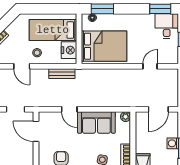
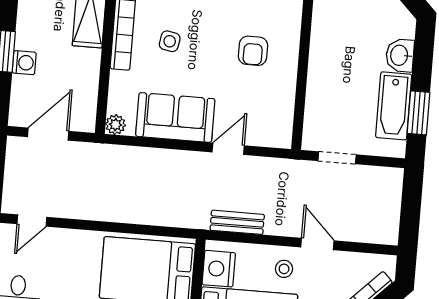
door: (150, 66) -> (32, 221), moved
door: (69, 109) -> (228, 149), hinge flipped
door: (36, 131) -> (299, 110), removed

